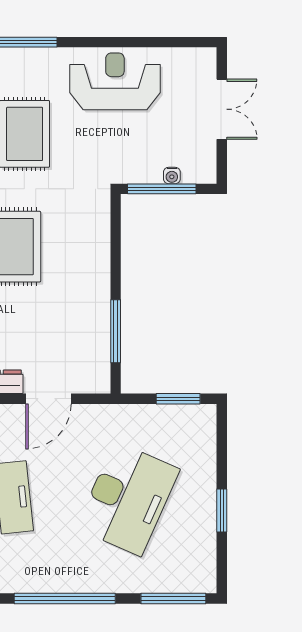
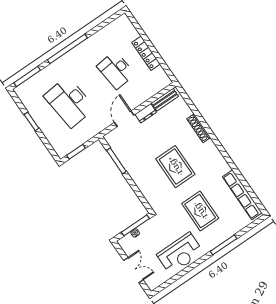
double door: (222, 109) -> (133, 270), swing flipped
desk: (128, 499) -> (69, 102), turned -30

